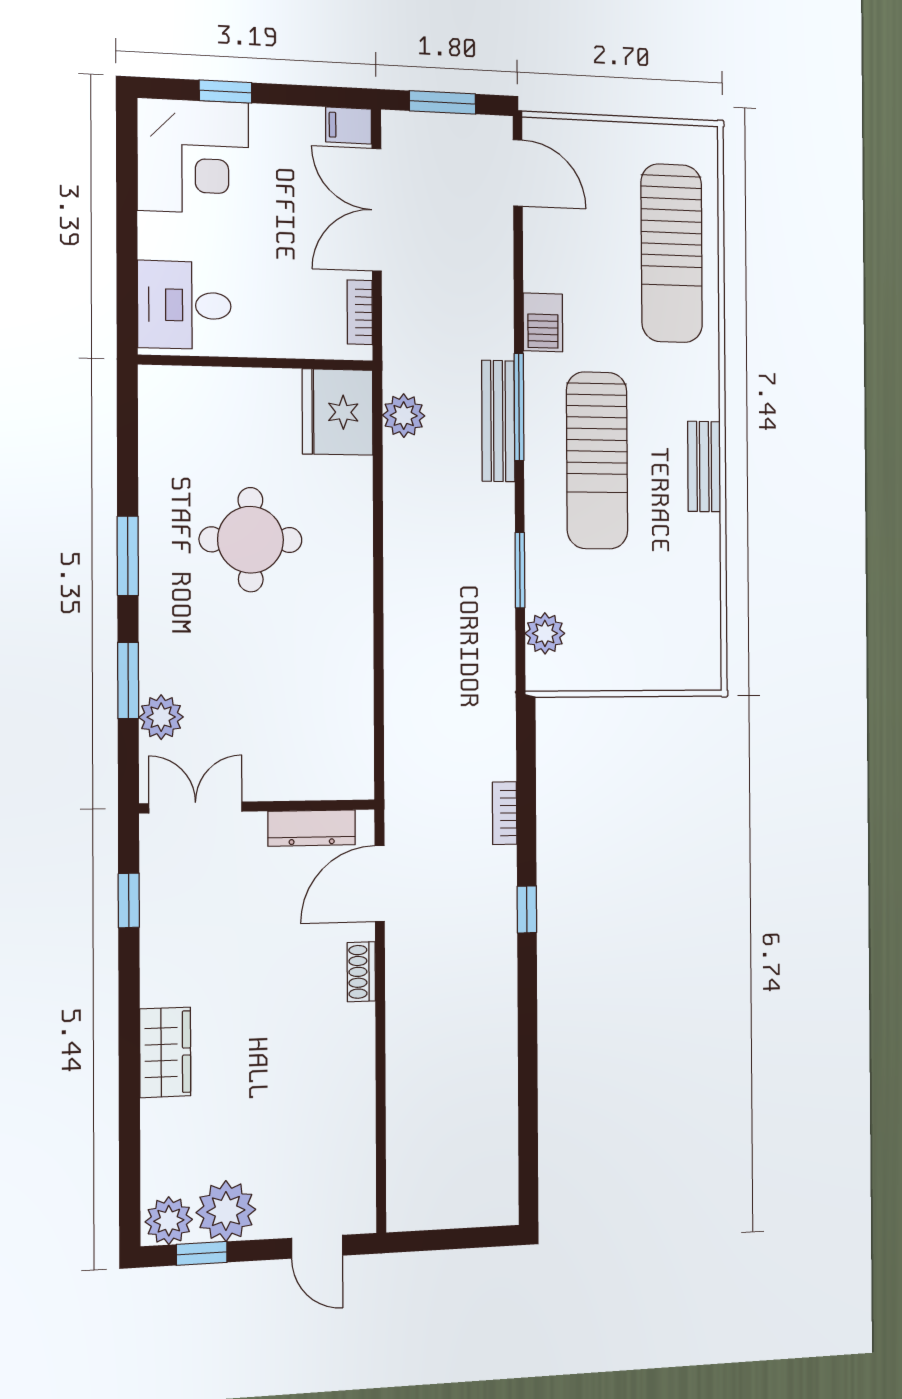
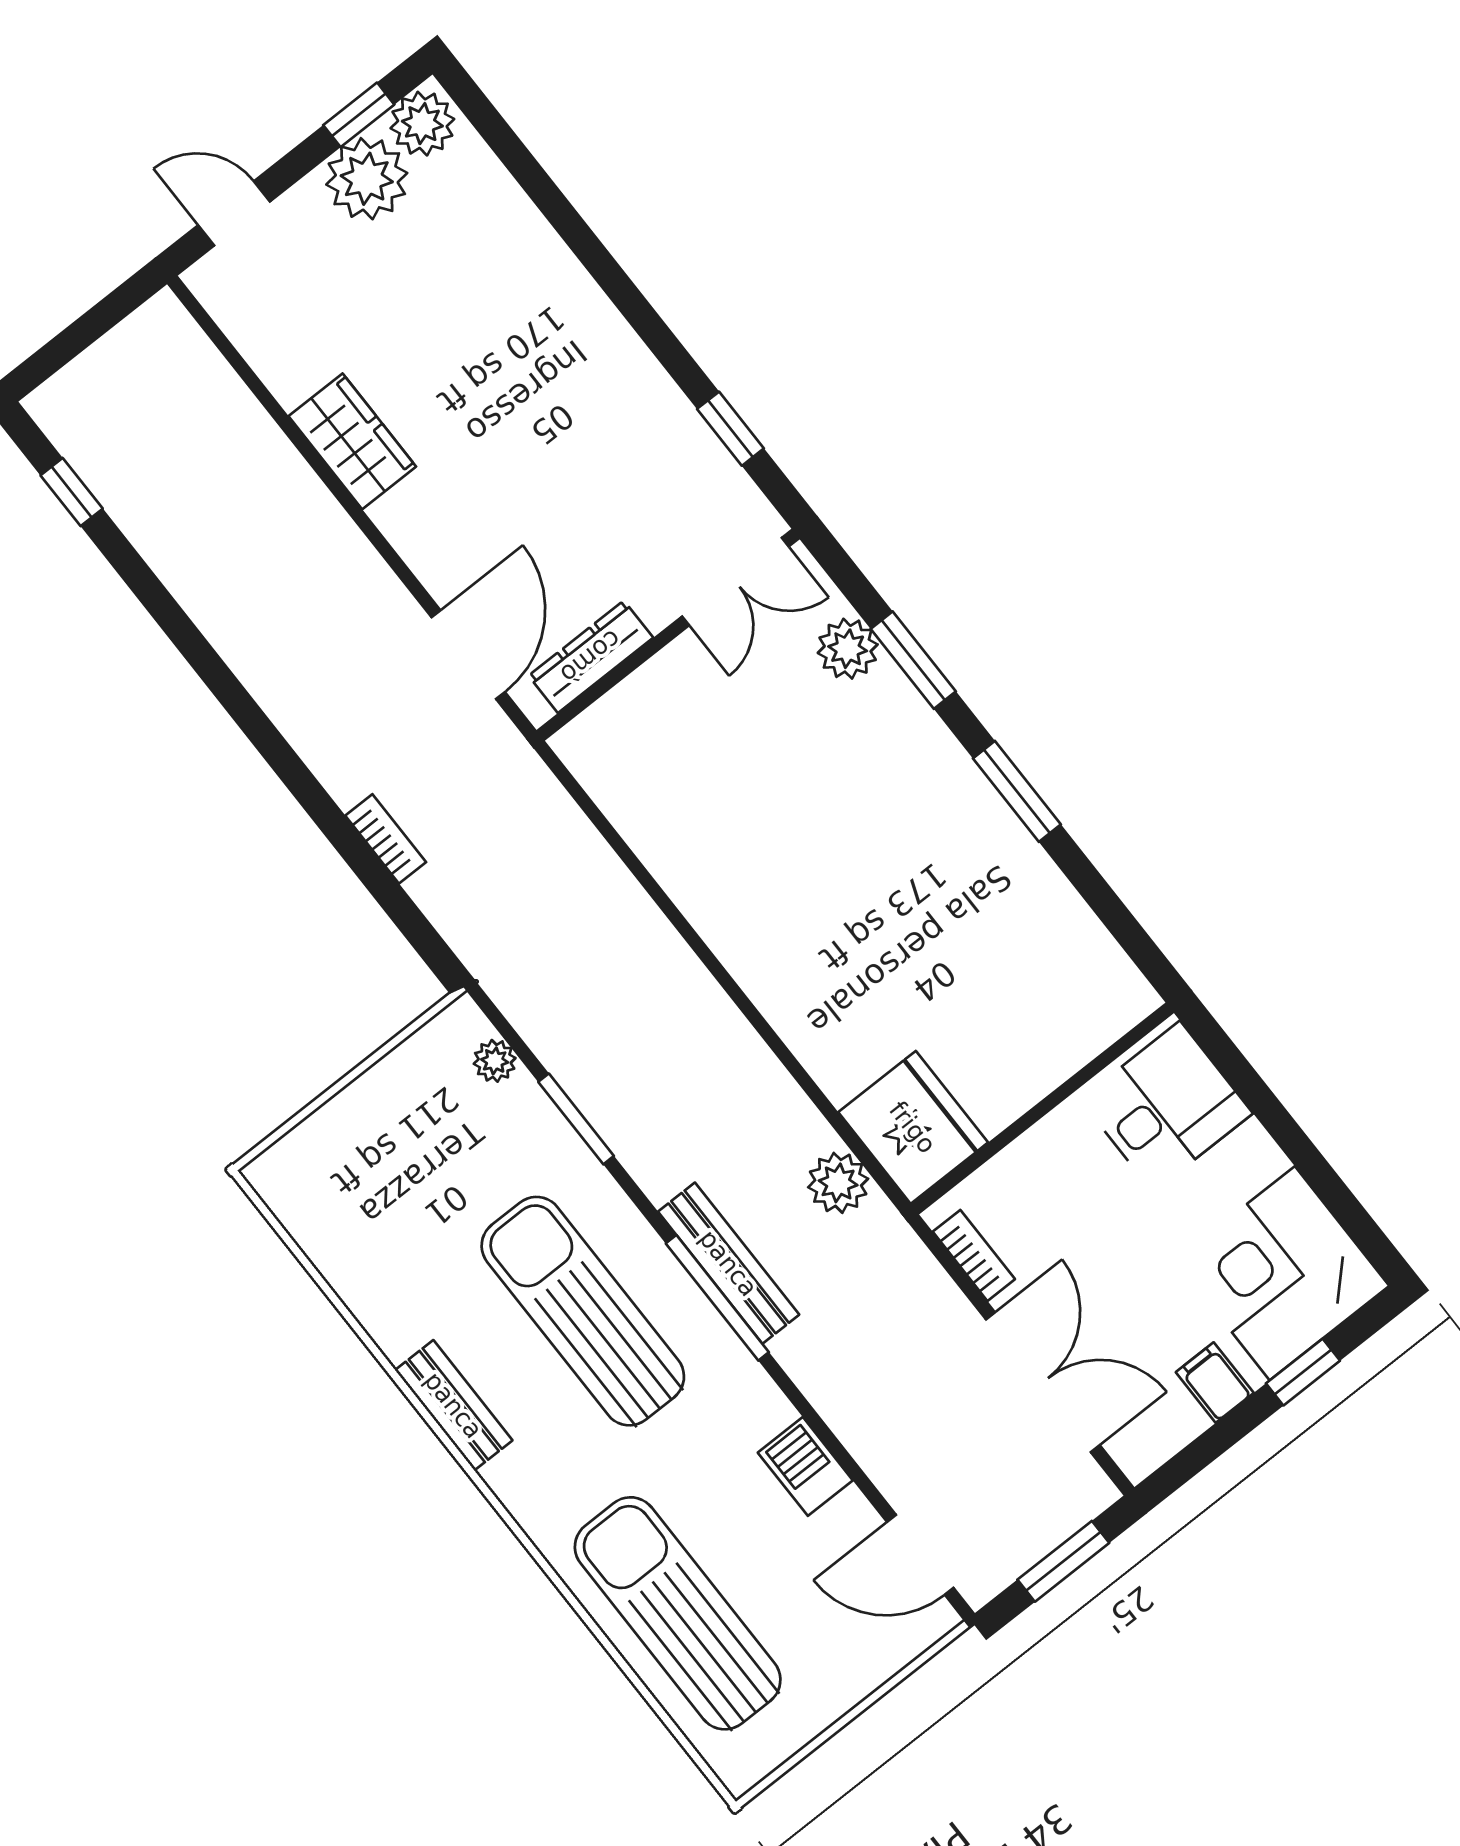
filing cabinet: (349, 125) -> (1215, 1383), moved, turned -90
barbecue: (543, 322) -> (805, 1466), moved
round table: (251, 540) -> (900, 914), removed
plant: (545, 633) -> (495, 1061), width x0.73, depth x0.73
window: (527, 909) -> (72, 492), moved
shoe rack: (361, 972) -> (415, 544), removed
wardrobe: (165, 1052) -> (352, 441), moved, turned 180

